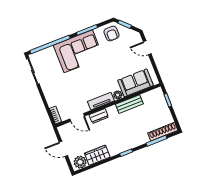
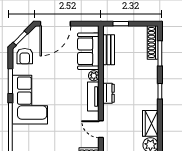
armchair: (112, 34) -> (25, 56), turned 90
door: (147, 48) -> (55, 24), width x1.88
bench: (129, 104) -> (109, 50), moved
dresser: (99, 116) -> (108, 93), moved
door: (77, 117) -> (101, 129), swing flipped

